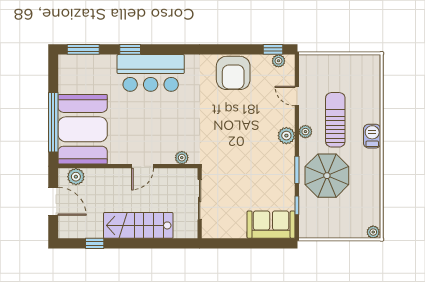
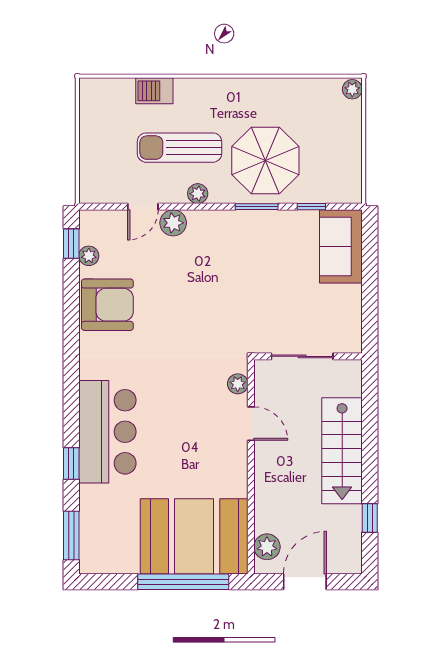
plant: (279, 61) -> (89, 256), moved
plant: (286, 136) -> (173, 223), moved
barbecue: (372, 136) -> (154, 91), moved
door: (142, 166) -> (251, 424), moved

